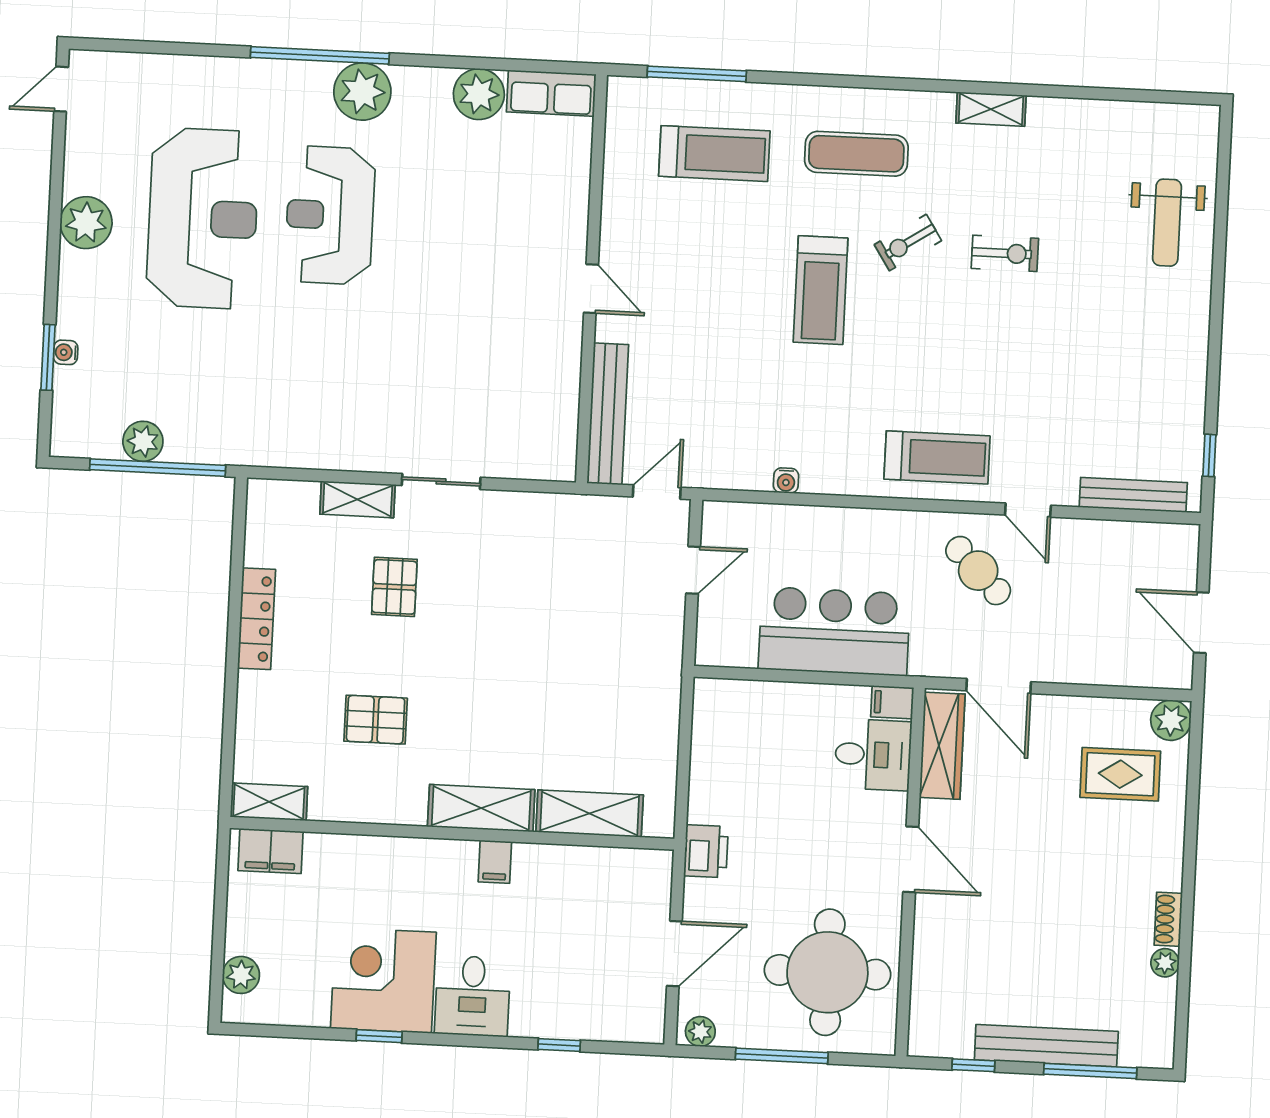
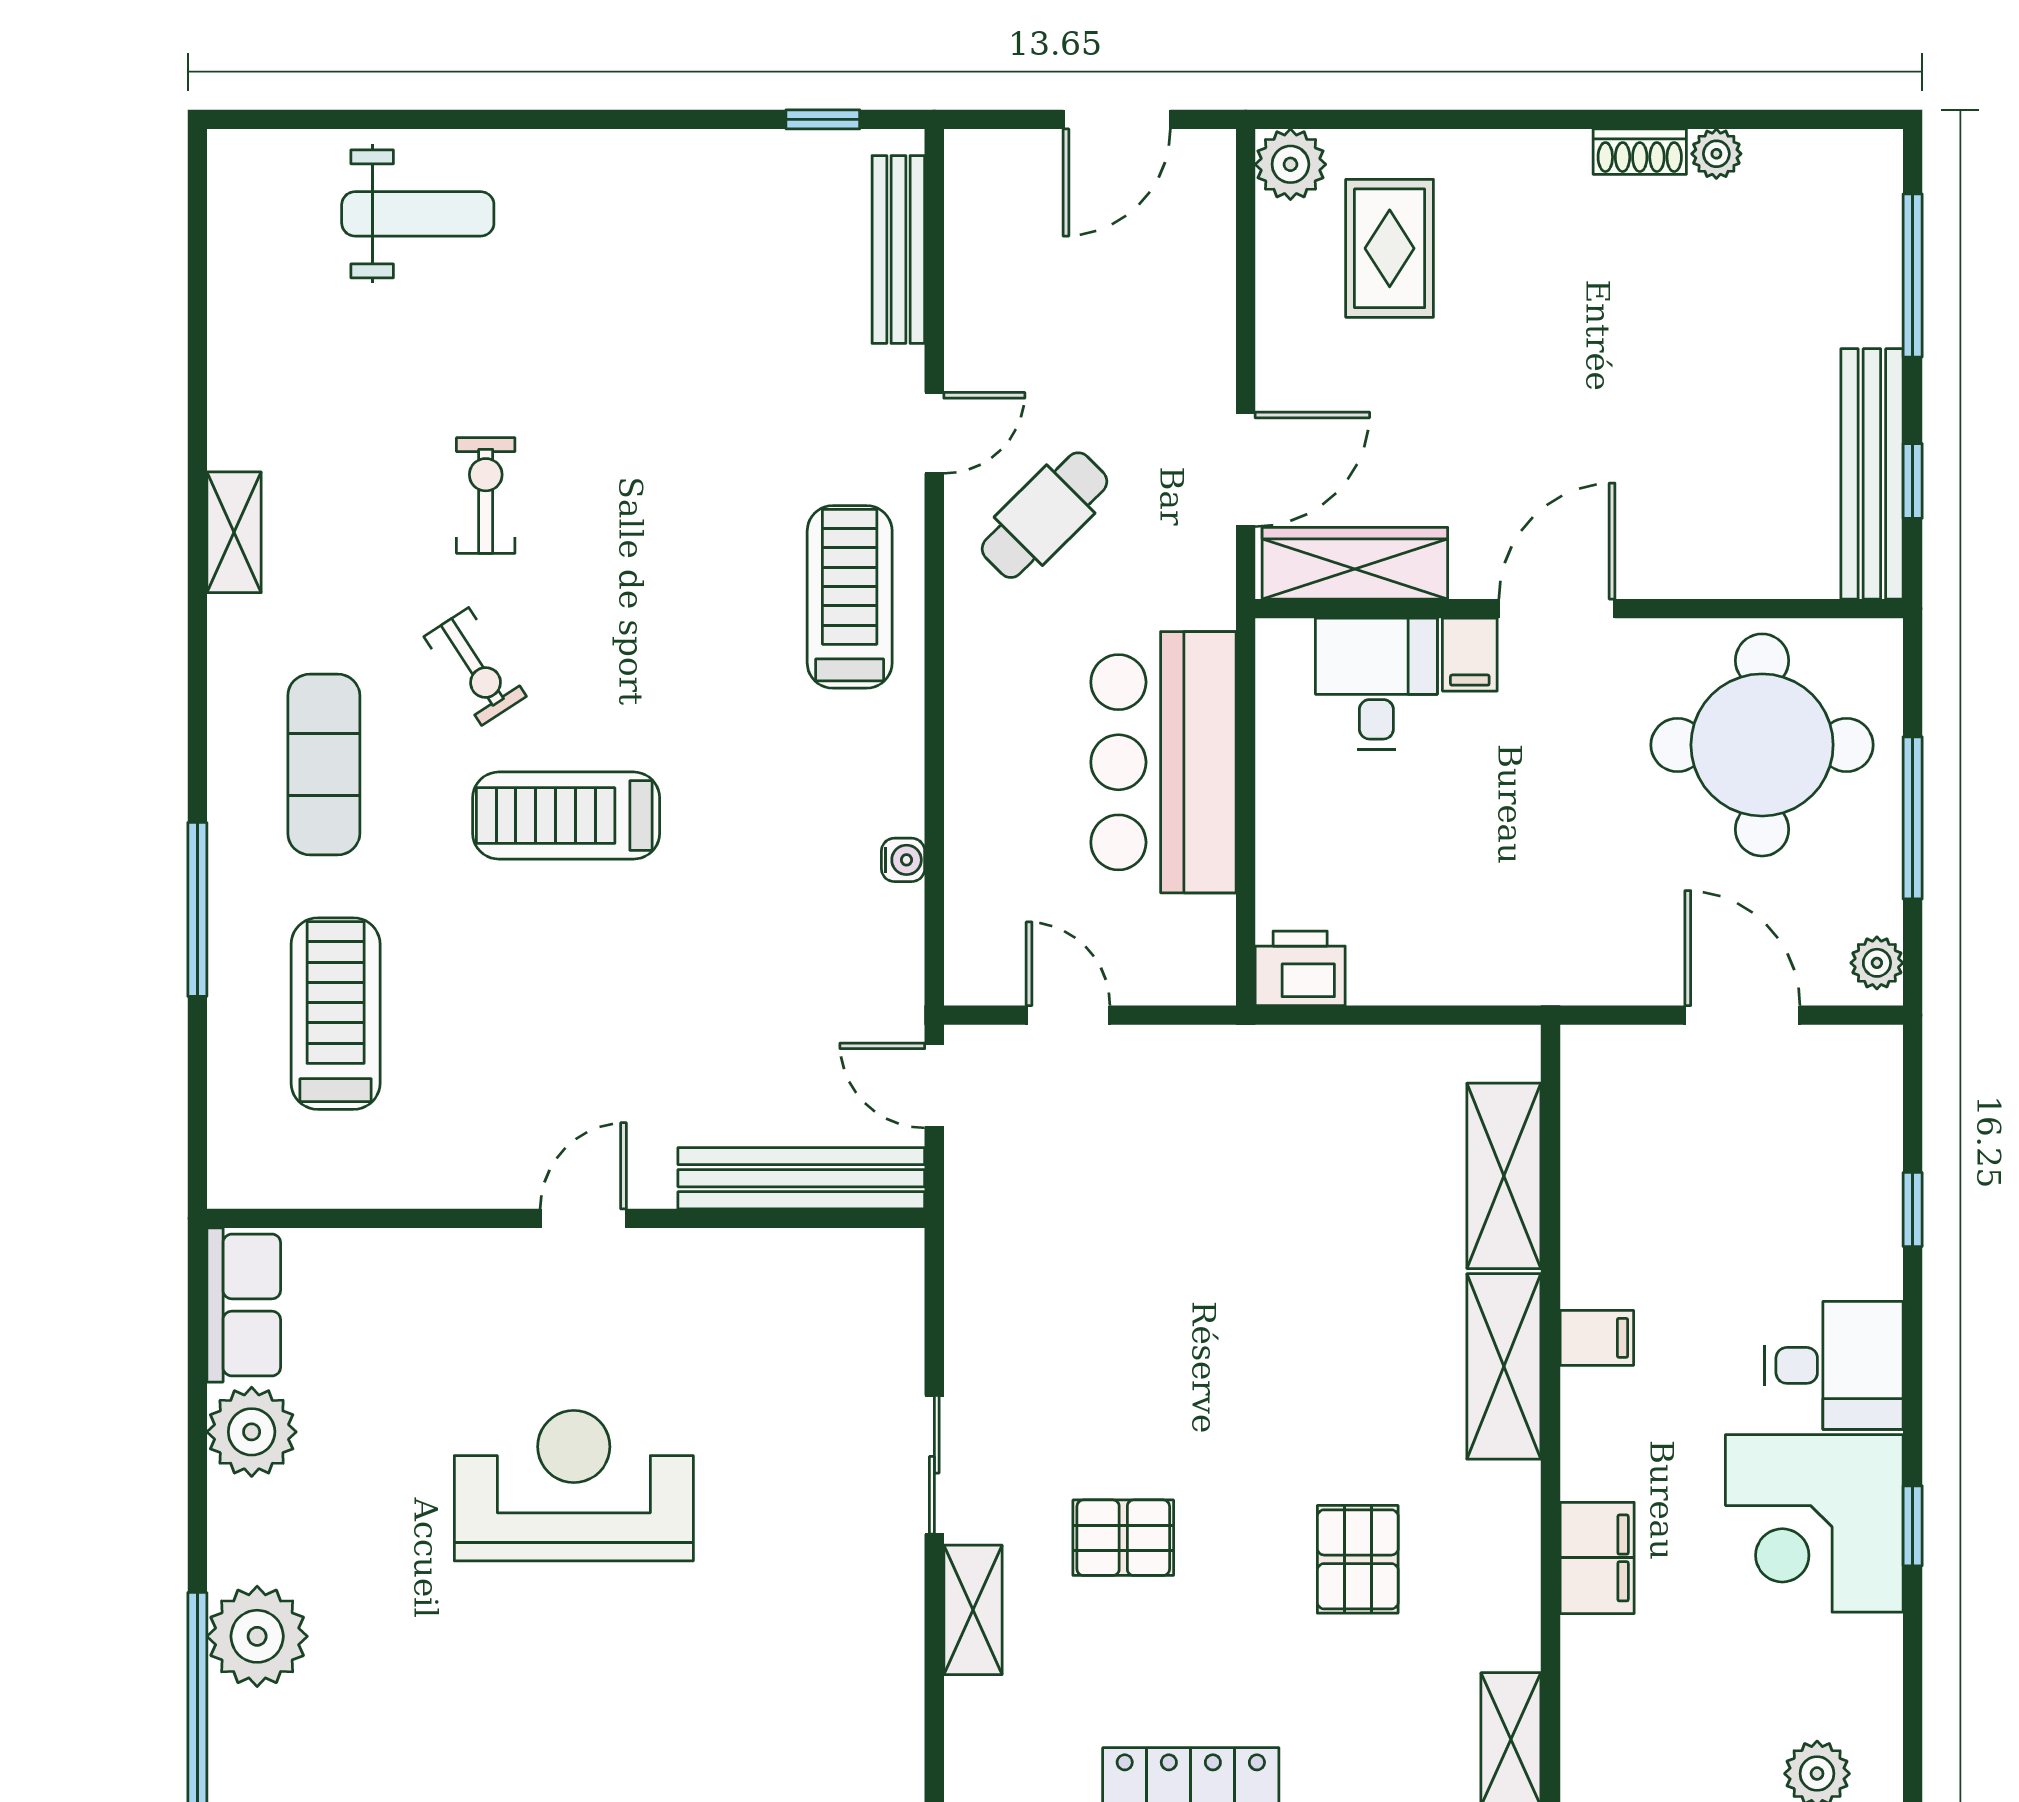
window: (697, 74) -> (197, 909), moved
reception desk: (330, 215) -> (574, 1486), moved, turned 180
treadmill: (821, 290) -> (566, 816), turned 180
filing cabinet: (892, 702) -> (1470, 655), moved
filing cabinet: (270, 851) -> (1597, 1558), moved
printer: (706, 851) -> (1300, 968), moved
bench: (1046, 1046) -> (1872, 474), moved

